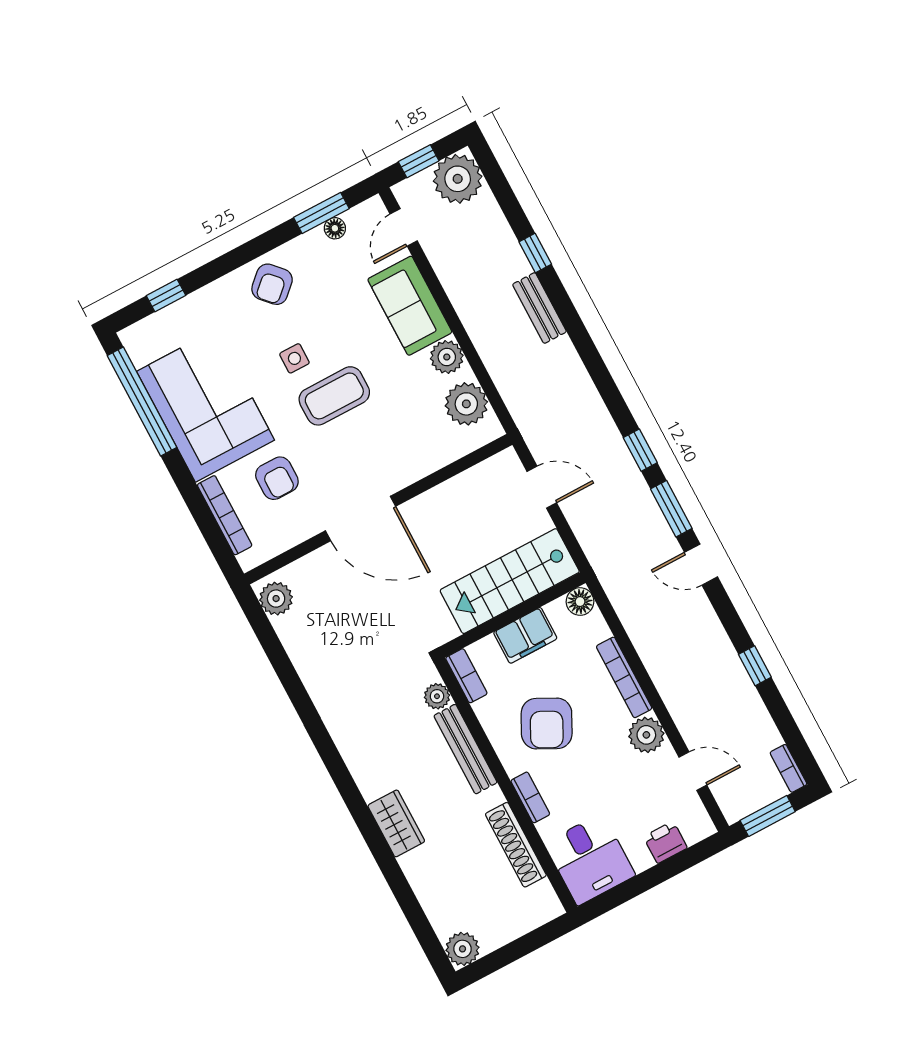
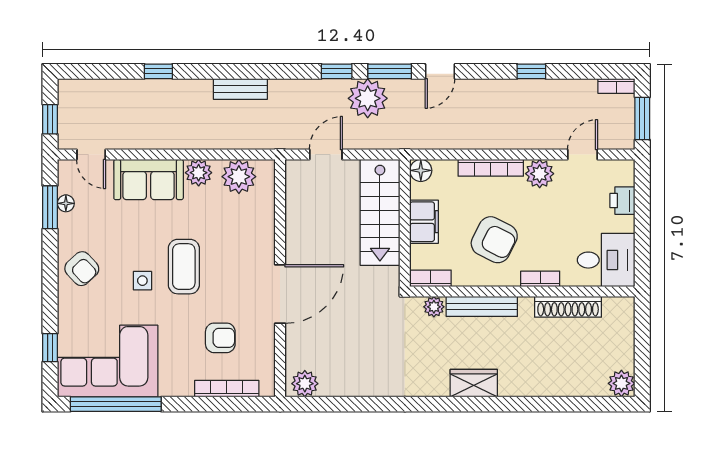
plant: (458, 179) -> (368, 98), moved
bench: (540, 308) -> (240, 89), moved
corner sofa: (206, 406) -> (108, 361), moved
wardrobe: (396, 823) -> (474, 383), moved

